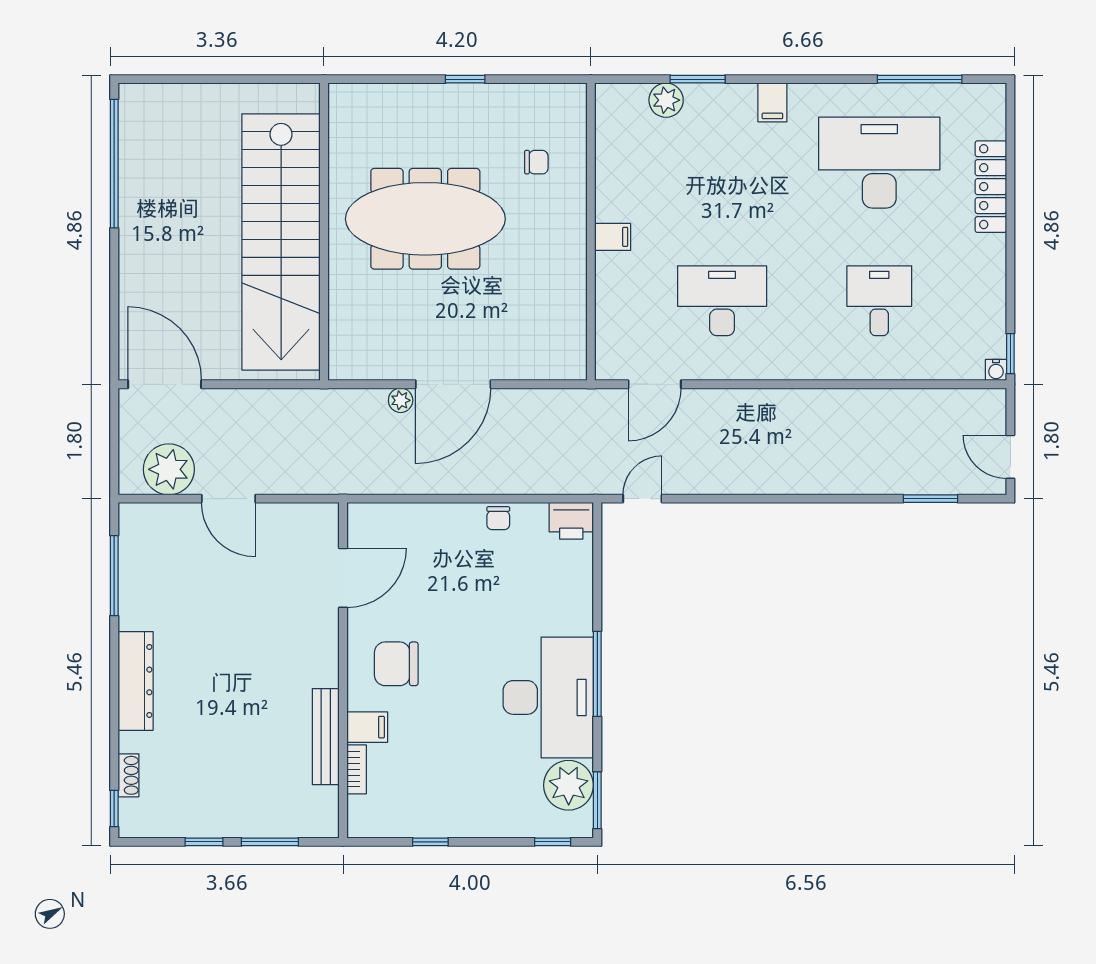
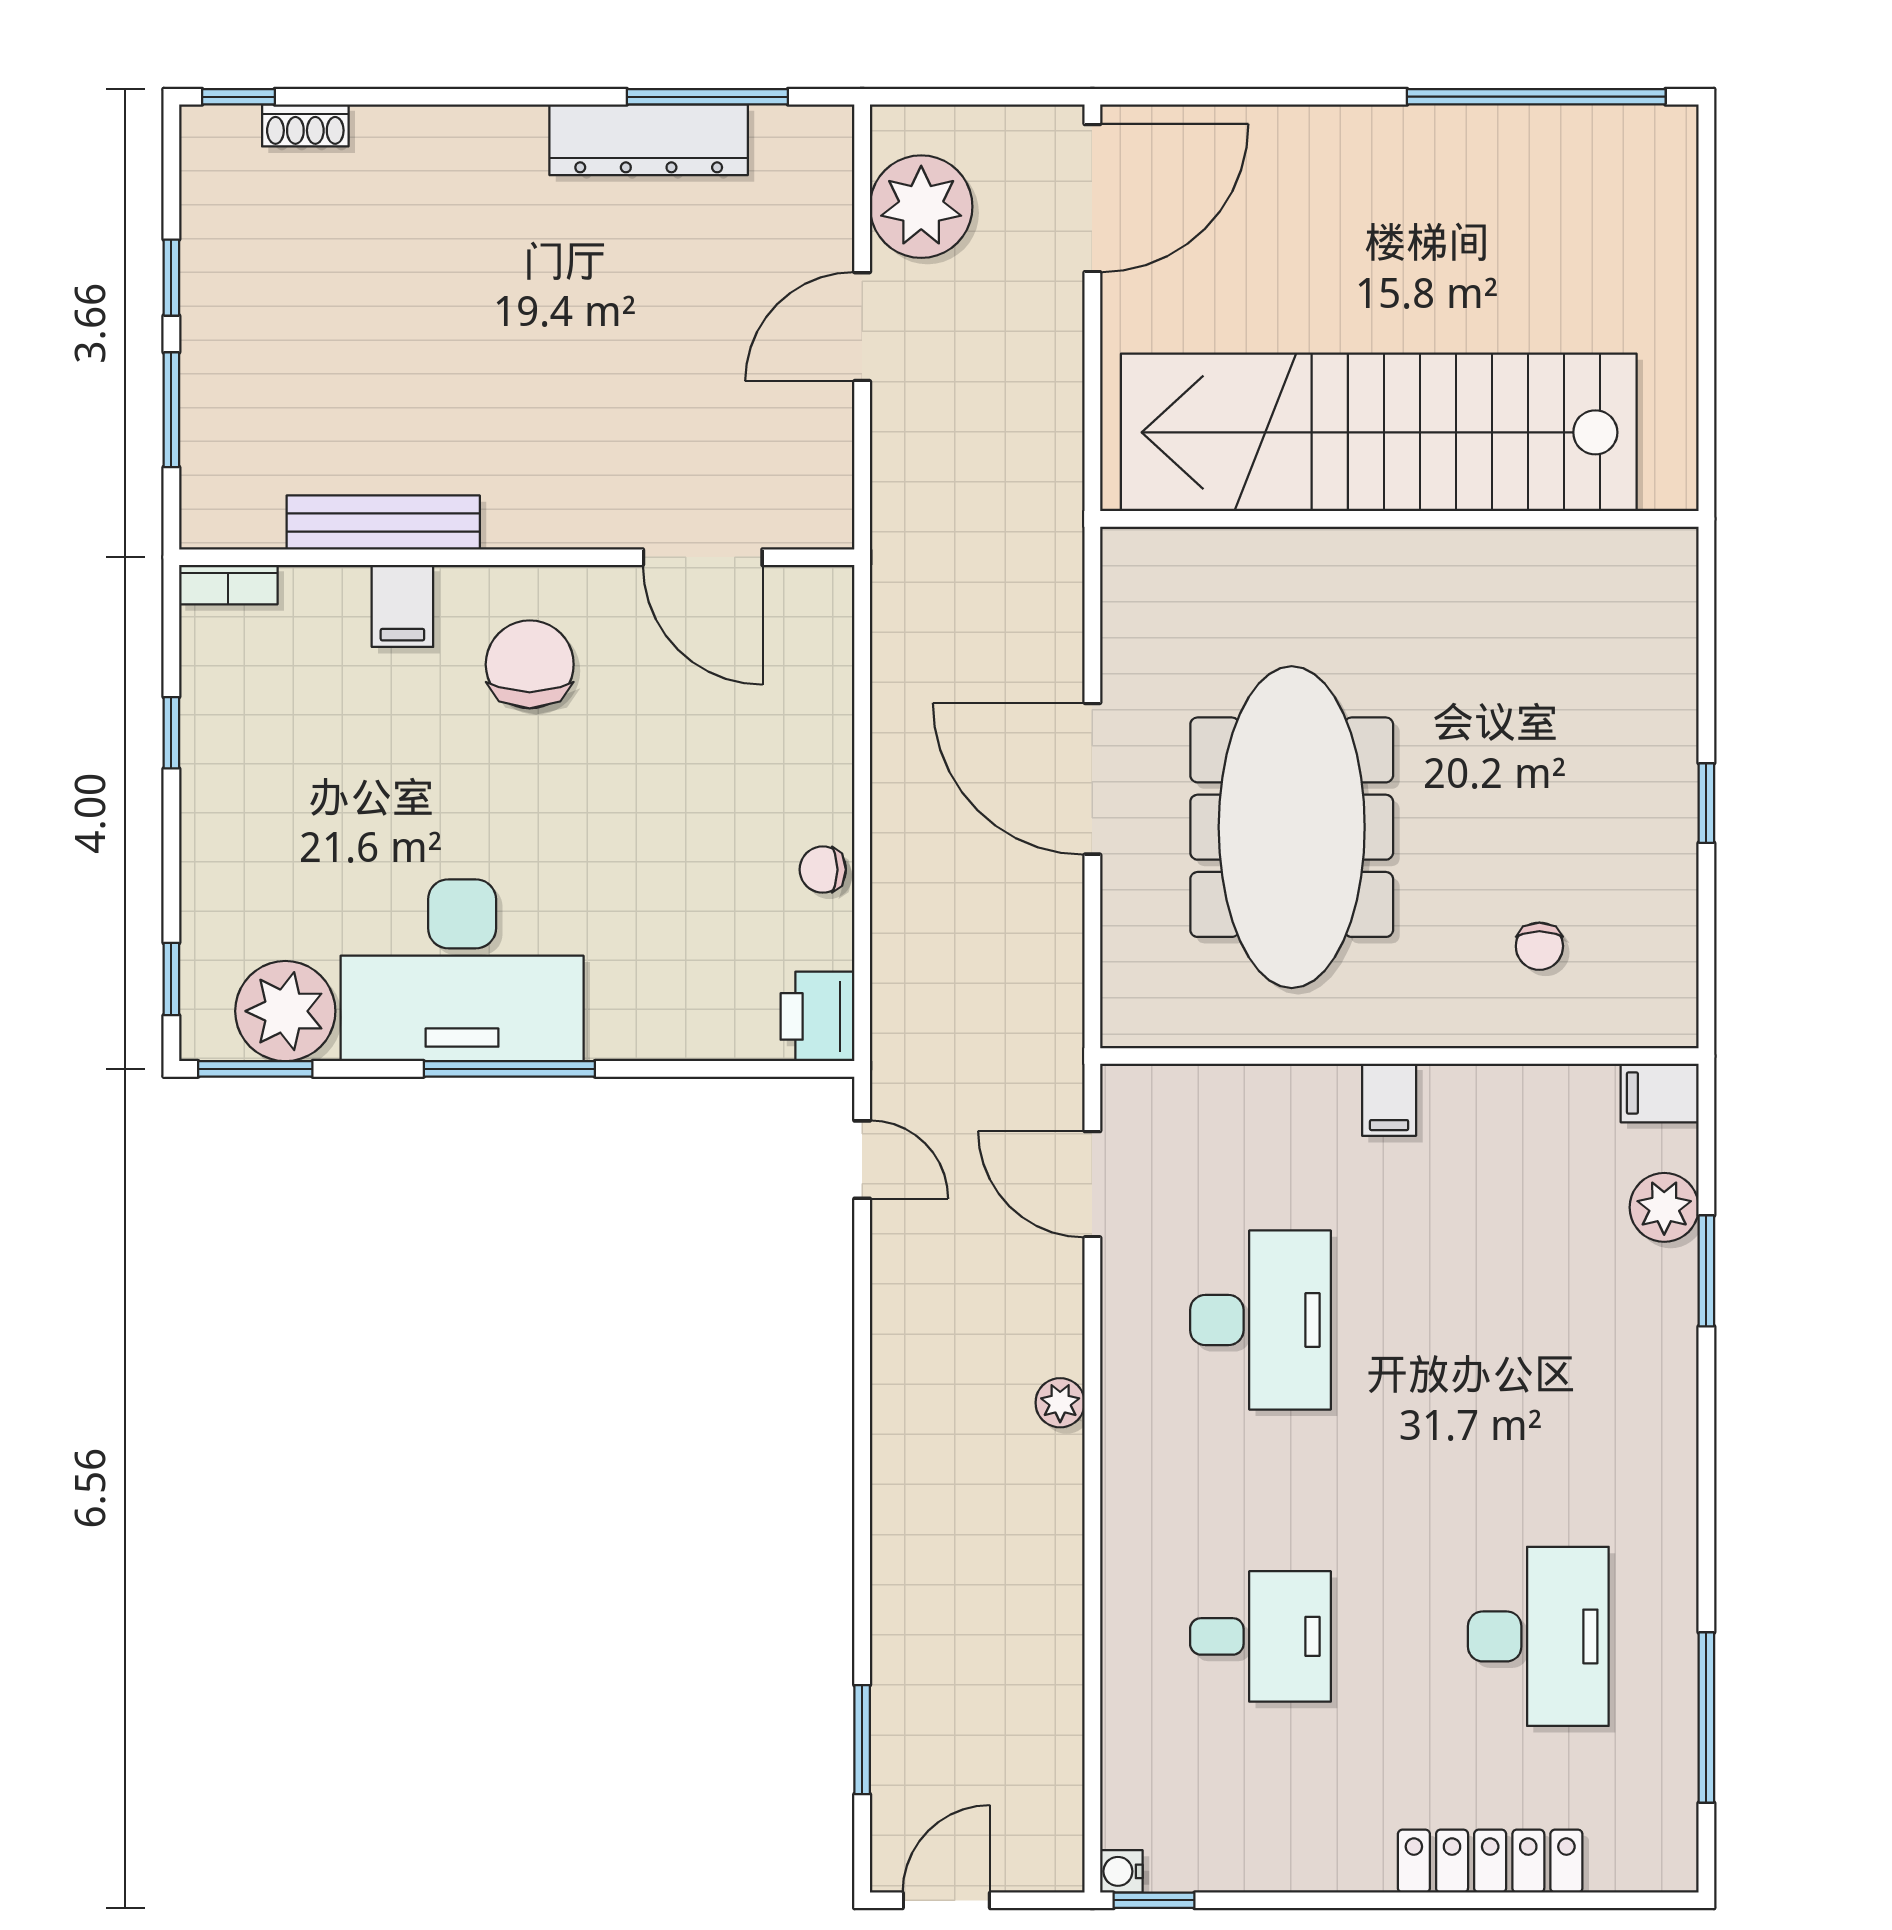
filing cabinet: (772, 102) -> (1660, 1093), moved
desk: (879, 163) -> (1538, 1636), width x0.73, depth x0.77
meeting table: (425, 219) -> (1292, 827), moved
plant: (401, 400) -> (1060, 1403), moved
dresser: (136, 681) -> (649, 140), moved
bookcase: (357, 769) -> (228, 585), moved

